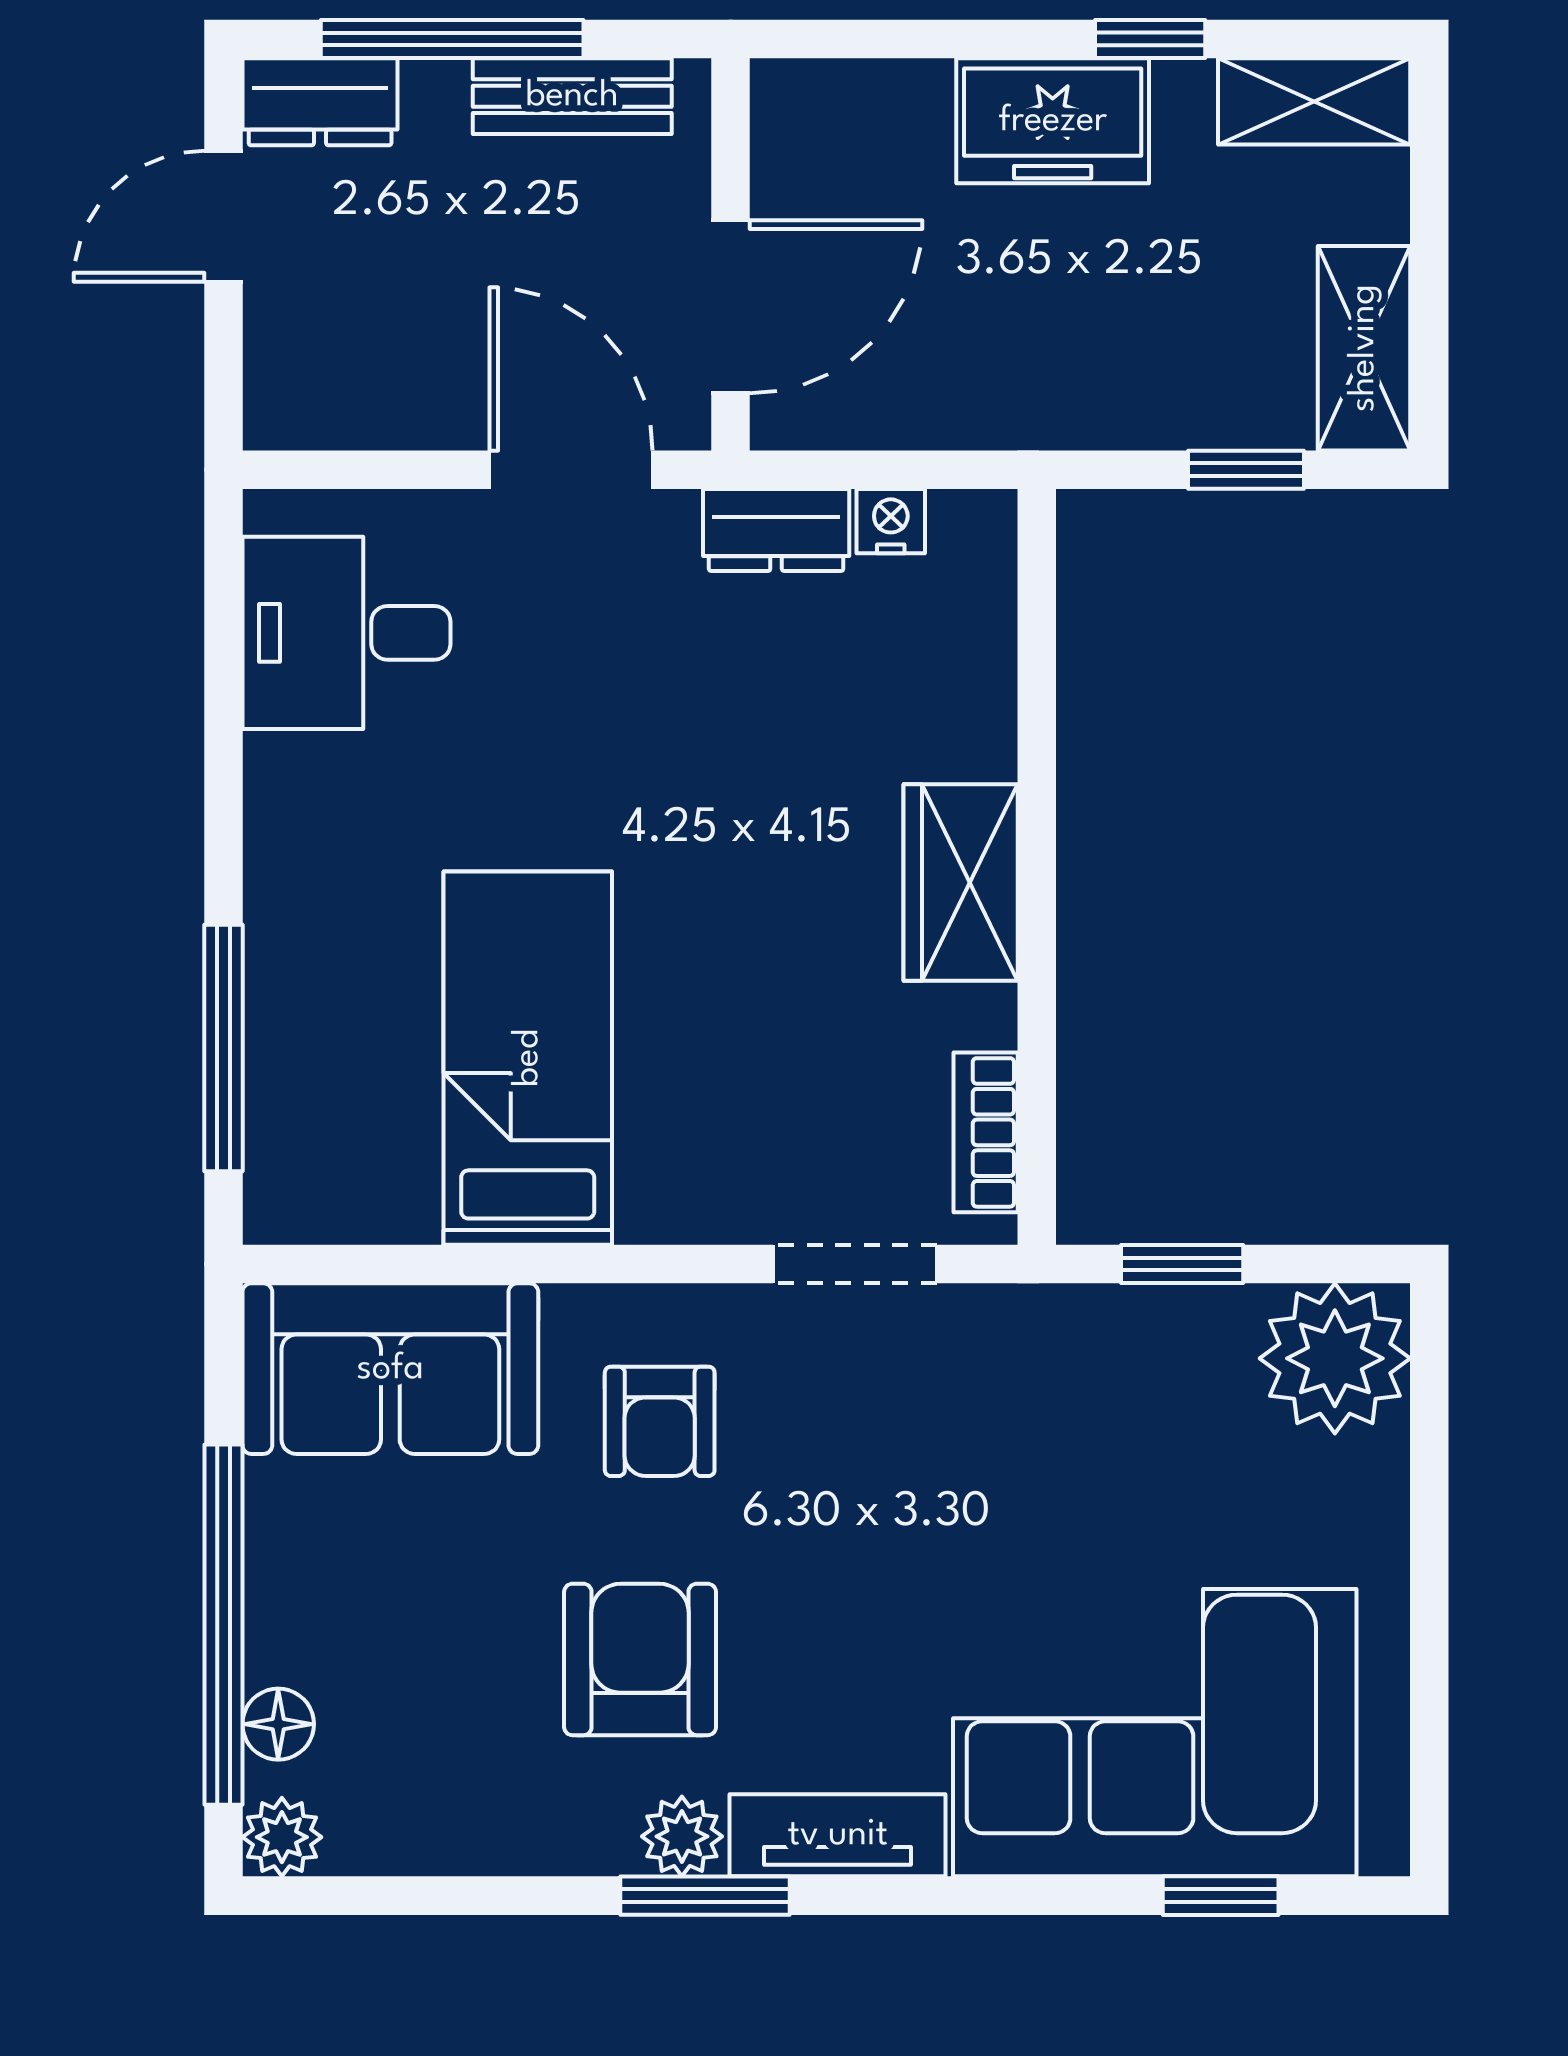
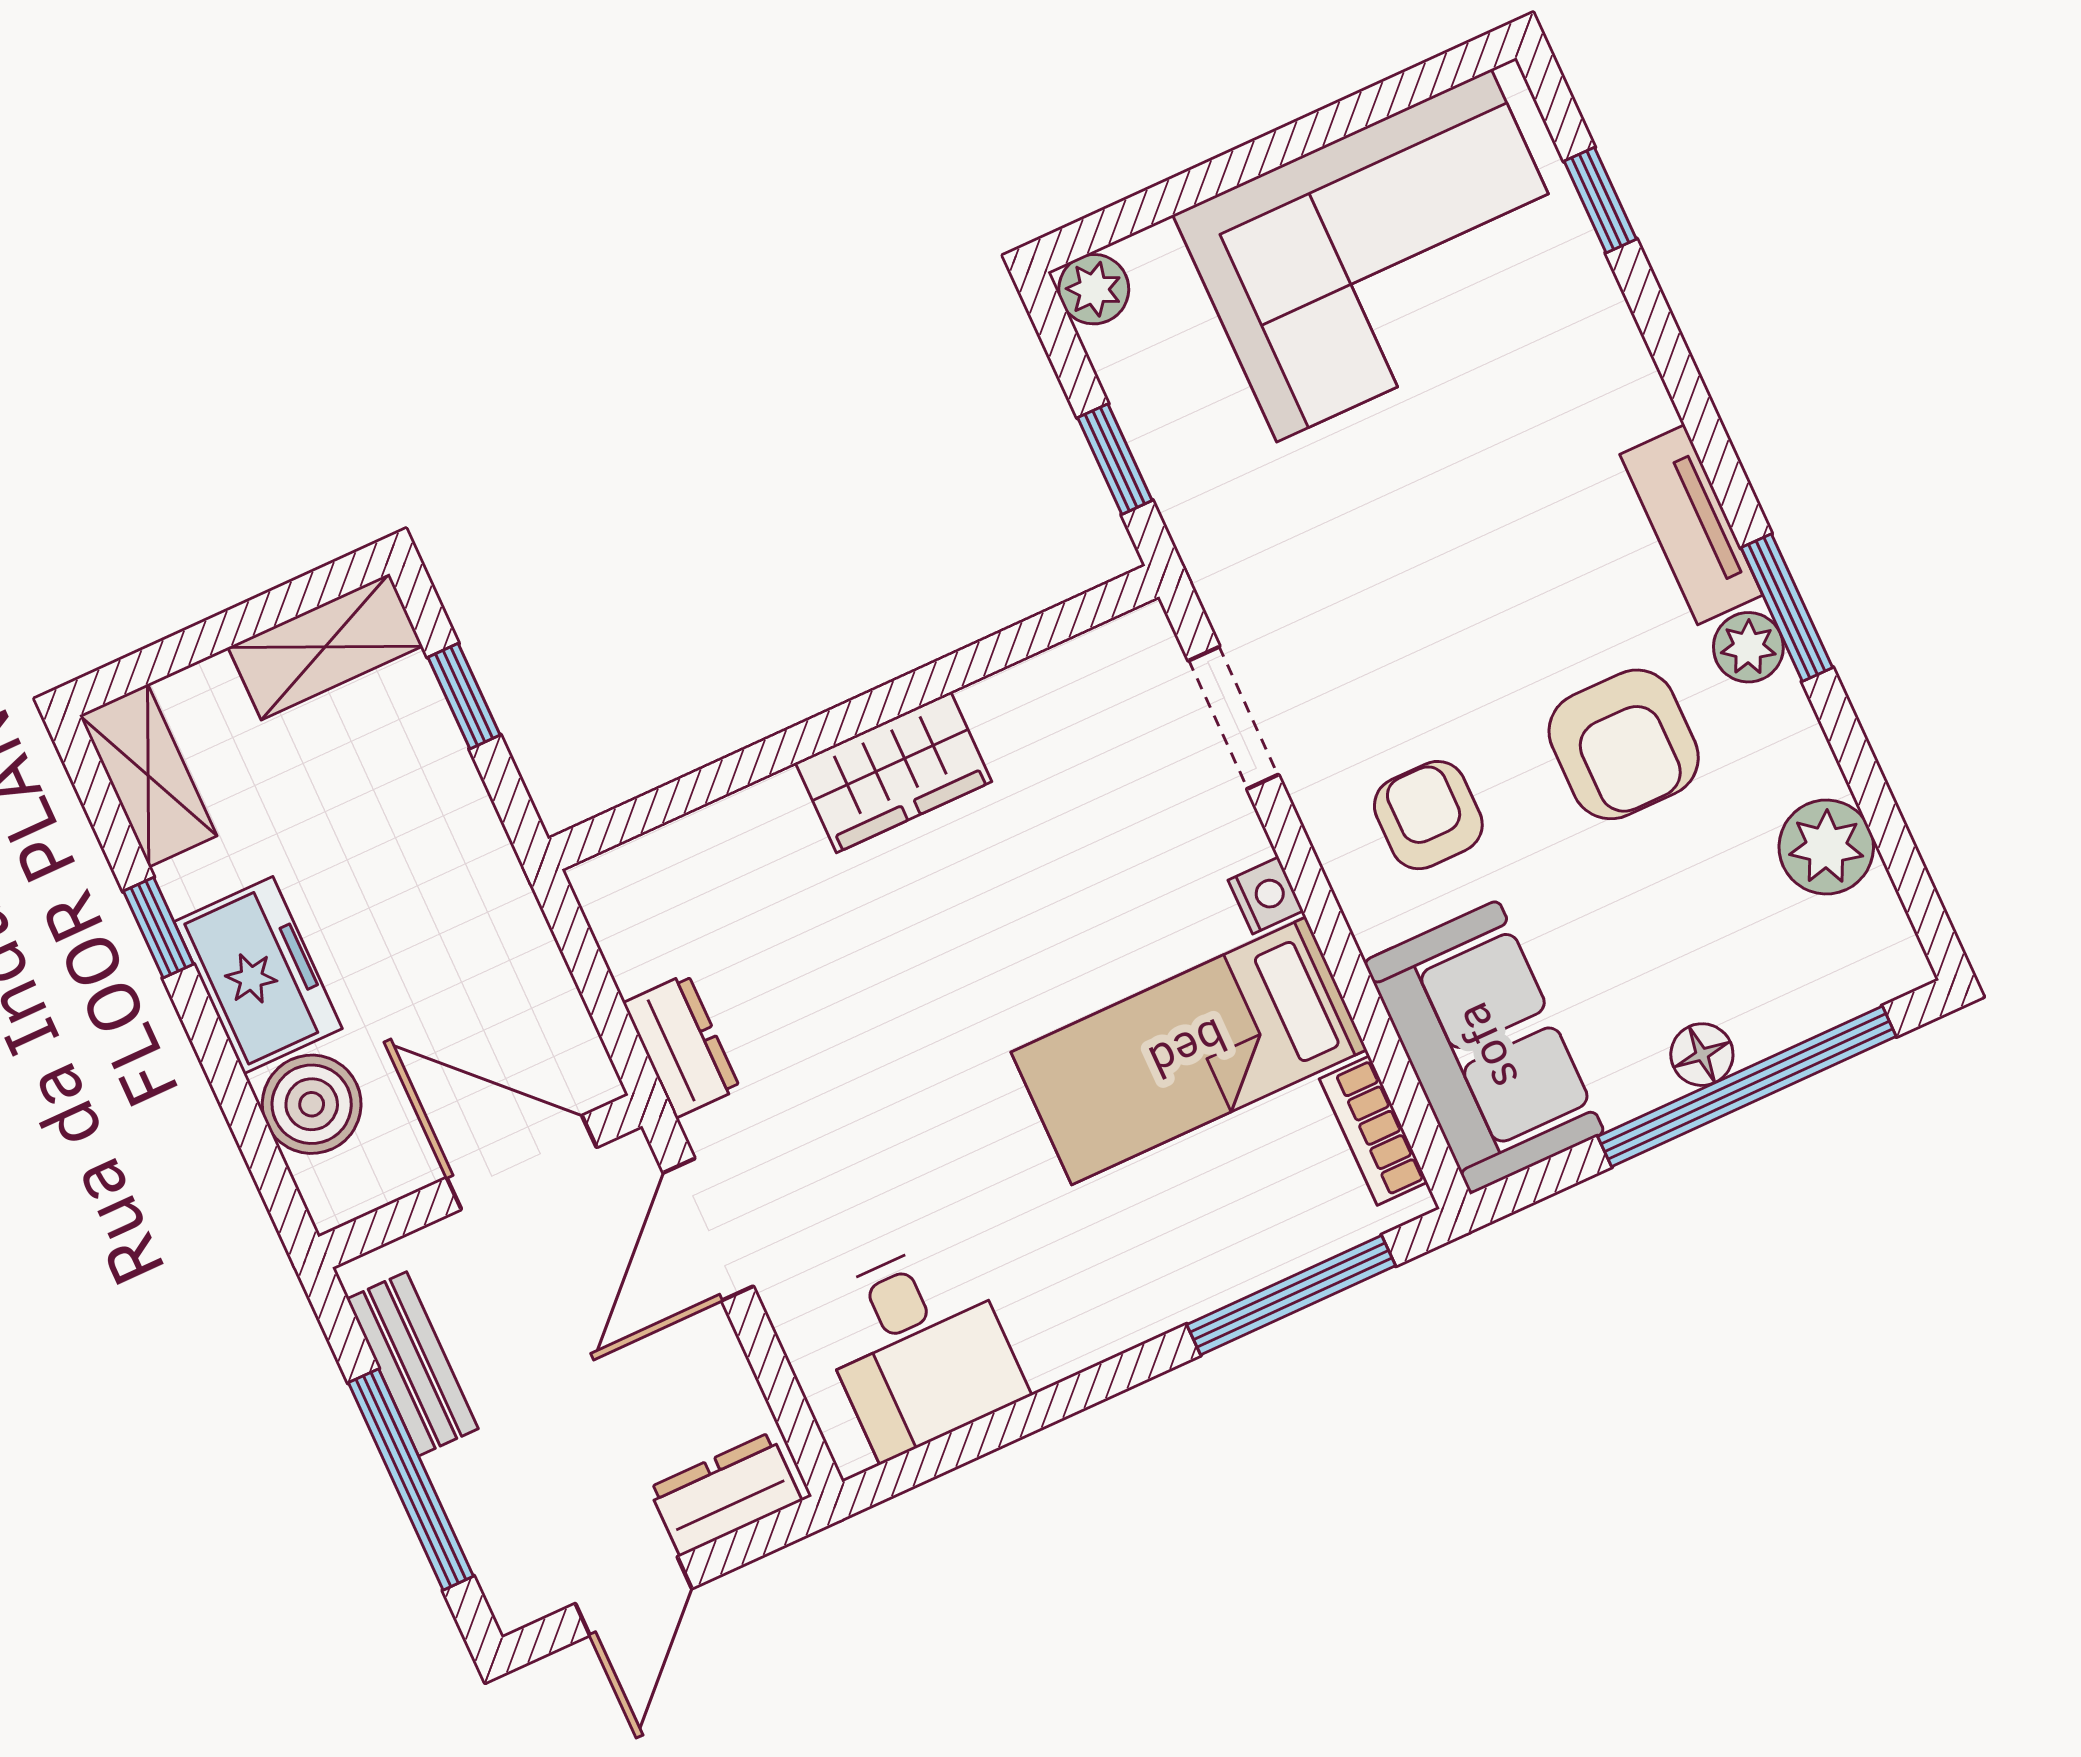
dresser: (320, 102) -> (725, 1494), moved, turned -90
boiler: (892, 115) -> (312, 1104), added
door: (223, 216) -> (634, 1596), hinge flipped
nightstand: (891, 521) -> (1266, 895), moved, turned 180
bookcase: (986, 1132) -> (1373, 1131), moved, turned 90
plant: (1335, 1358) -> (1094, 289), width x0.53, depth x0.53
armchair: (660, 1421) -> (1428, 815), turned -90
armchair: (640, 1659) -> (1624, 744), turned -90
floor lamp: (278, 1724) -> (1702, 1055), moved
corner sofa: (1155, 1733) -> (1384, 256), moved, turned -90
plant: (282, 1837) -> (1826, 847), moved, width x1.38, depth x1.38

